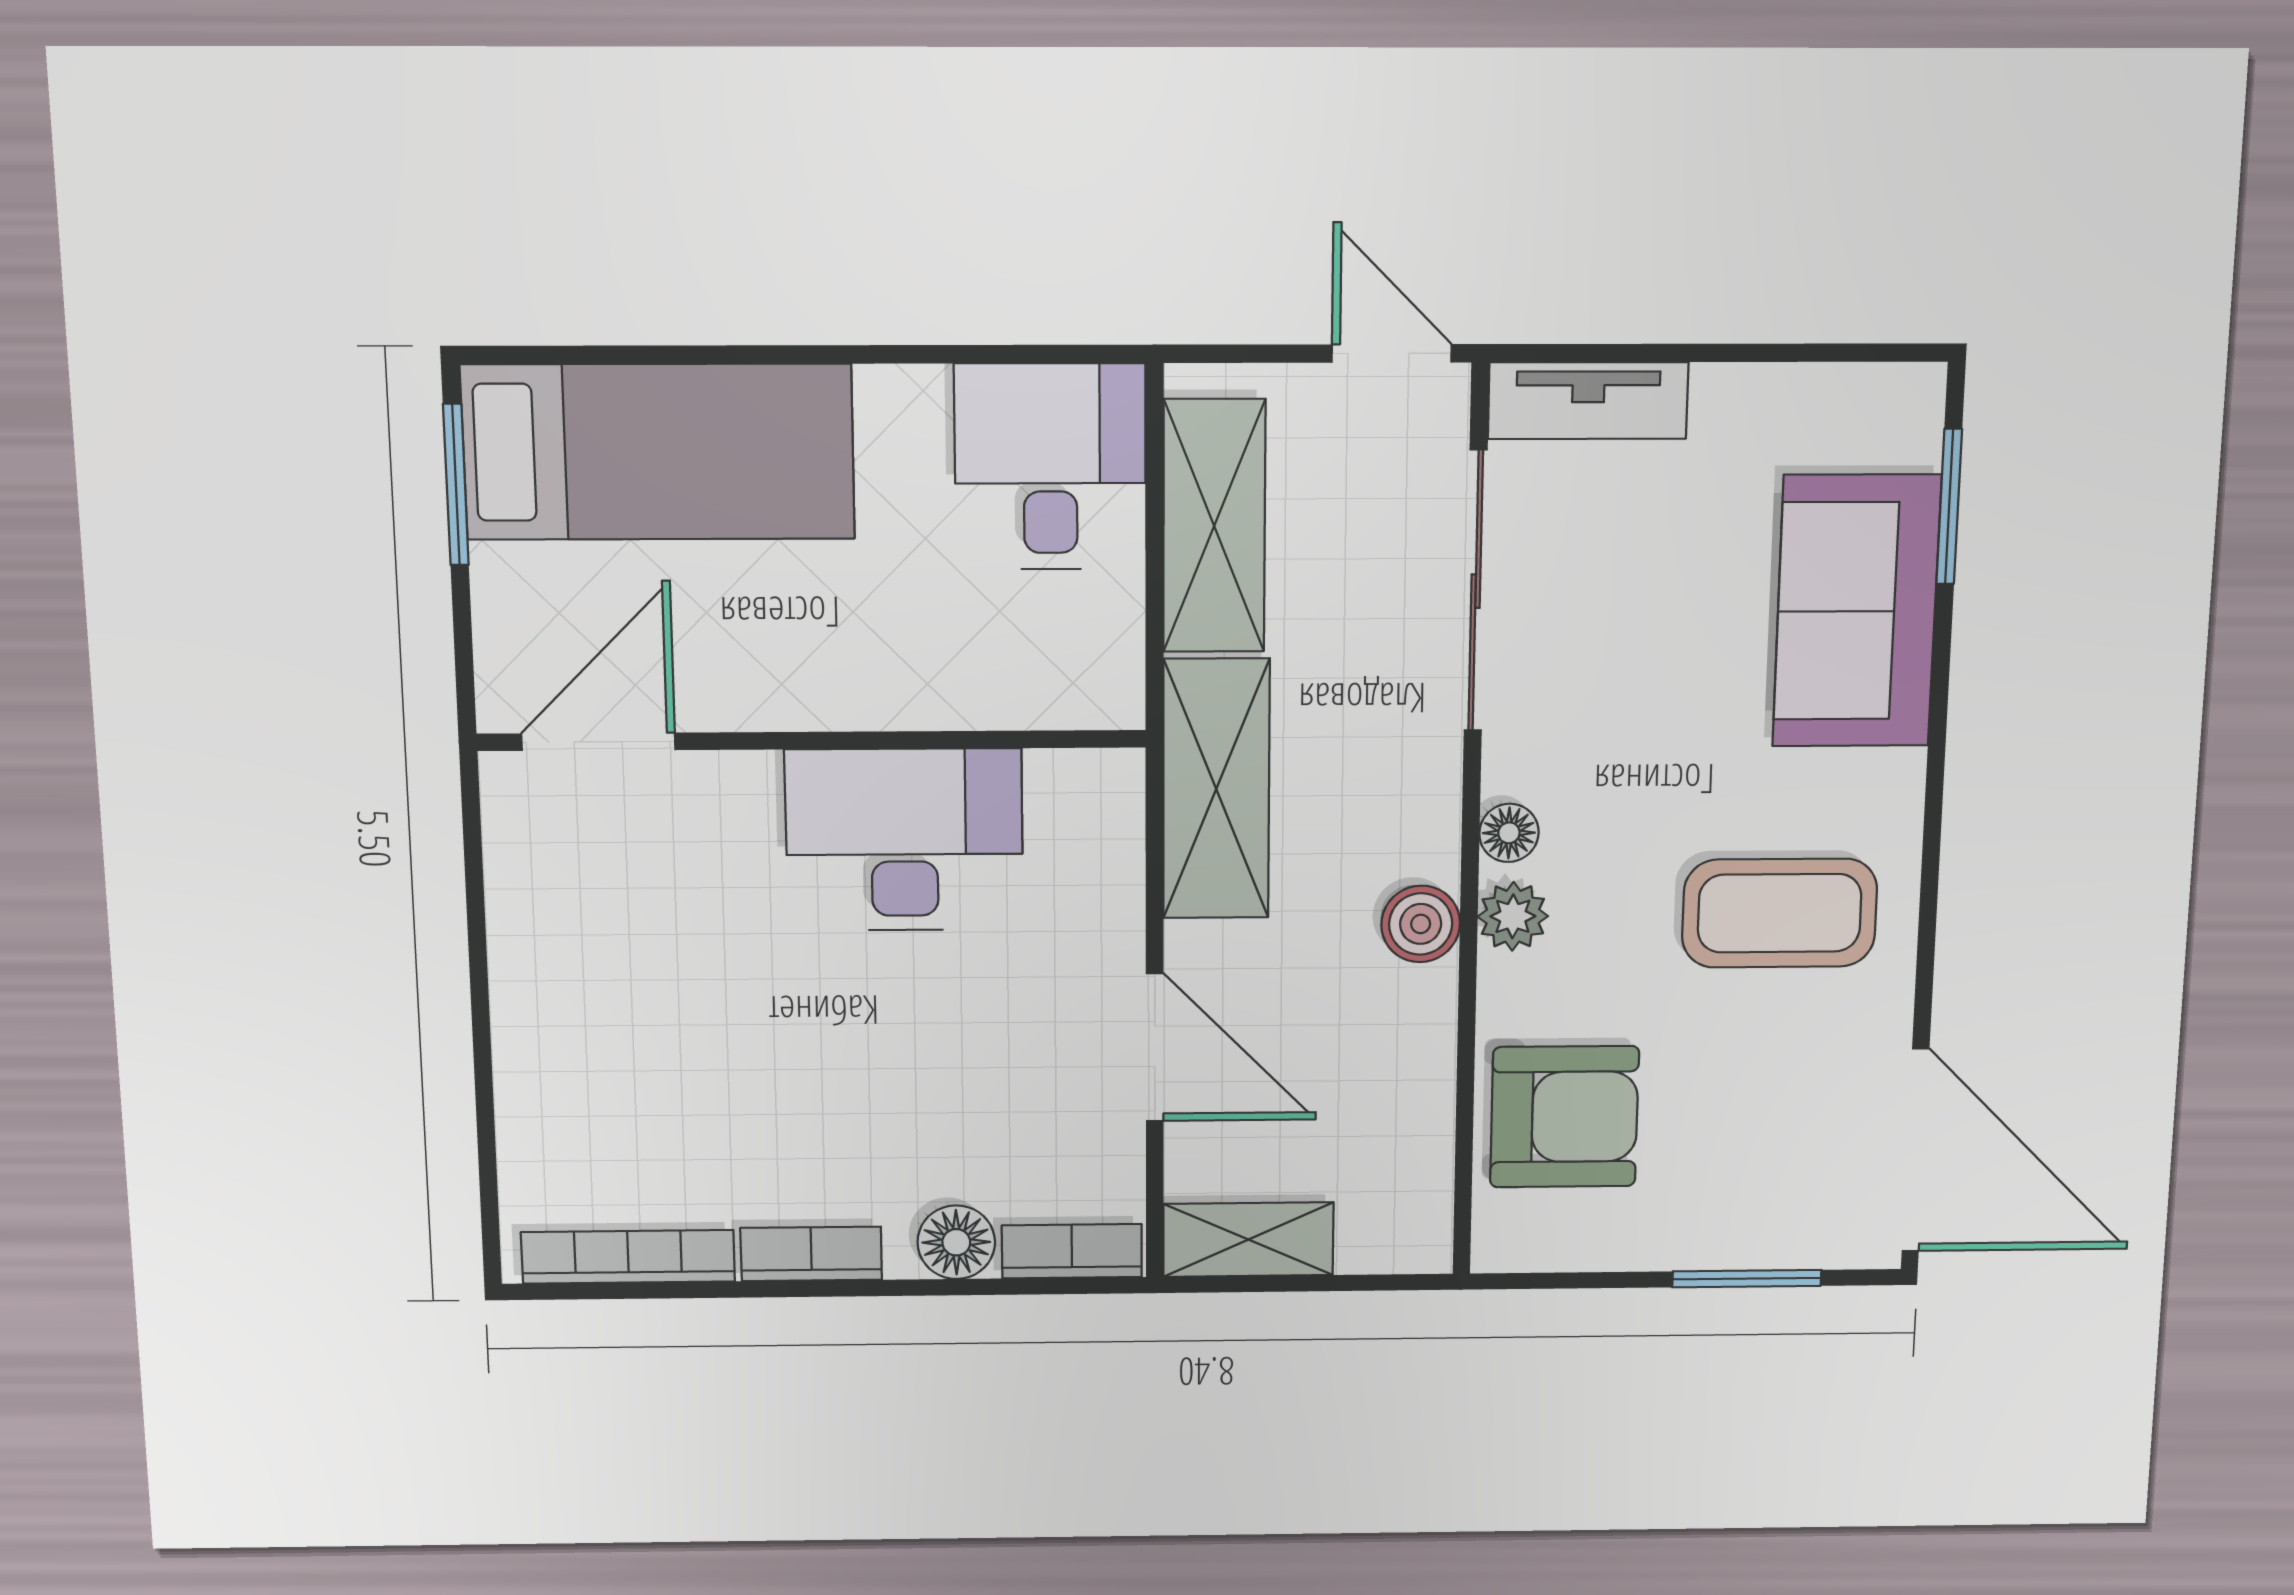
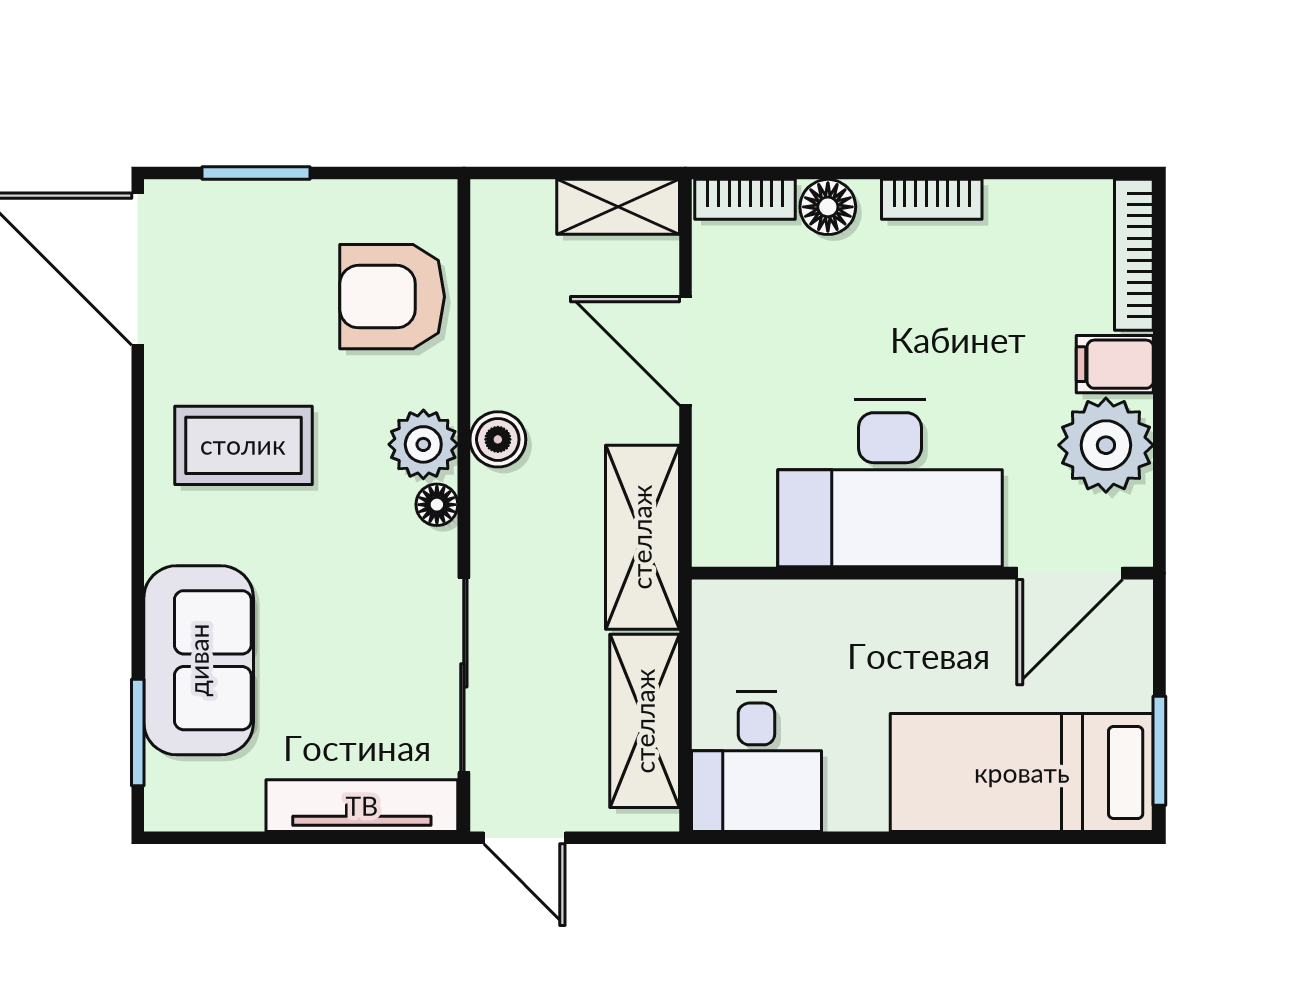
tv unit: (1588, 401) -> (362, 806), width x1.41
desk: (904, 840) -> (890, 483), width x1.36, depth x1.30
plant: (1513, 916) -> (423, 444), width x1.38, depth x1.38
plant: (553, 922) -> (1106, 445), added
filing cabinet: (545, 1034) -> (1115, 364), added
bookcase: (628, 1257) -> (1134, 255), moved, turned 90

